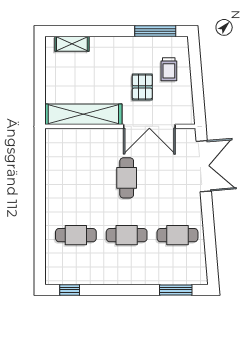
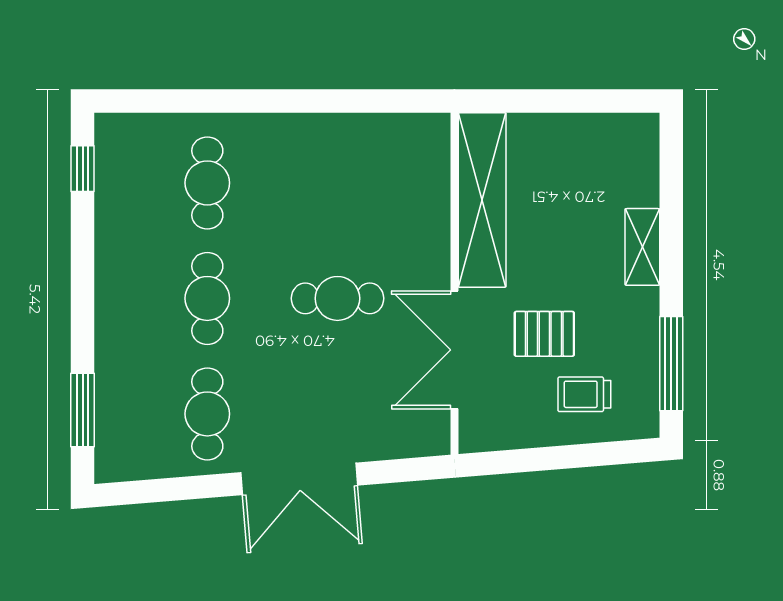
shelving: (72, 44) -> (642, 247), moved
double door: (204, 166) -> (299, 479), moved

